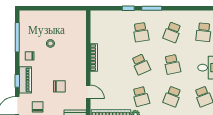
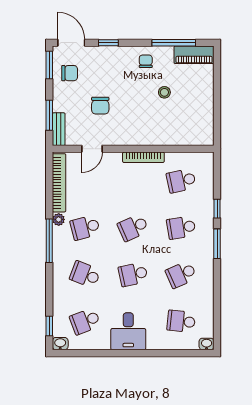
school desk: (110, 32) -> (181, 181), added
school desk: (172, 32) -> (181, 274), turned -45
piano: (25, 80) -> (194, 55), moved

